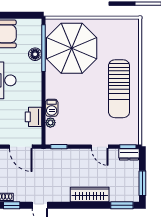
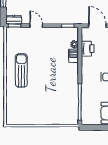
parasol: (72, 48) -> (58, 102), removed
floor lamp: (35, 54) -> (86, 97), removed
sun lounger: (119, 89) -> (21, 70), width x0.73, depth x0.75

